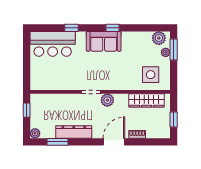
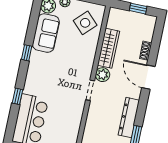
sofa: (104, 41) -> (46, 33), moved
side table: (151, 75) -> (85, 23), turned 45
wardrobe: (147, 100) -> (108, 48), moved

